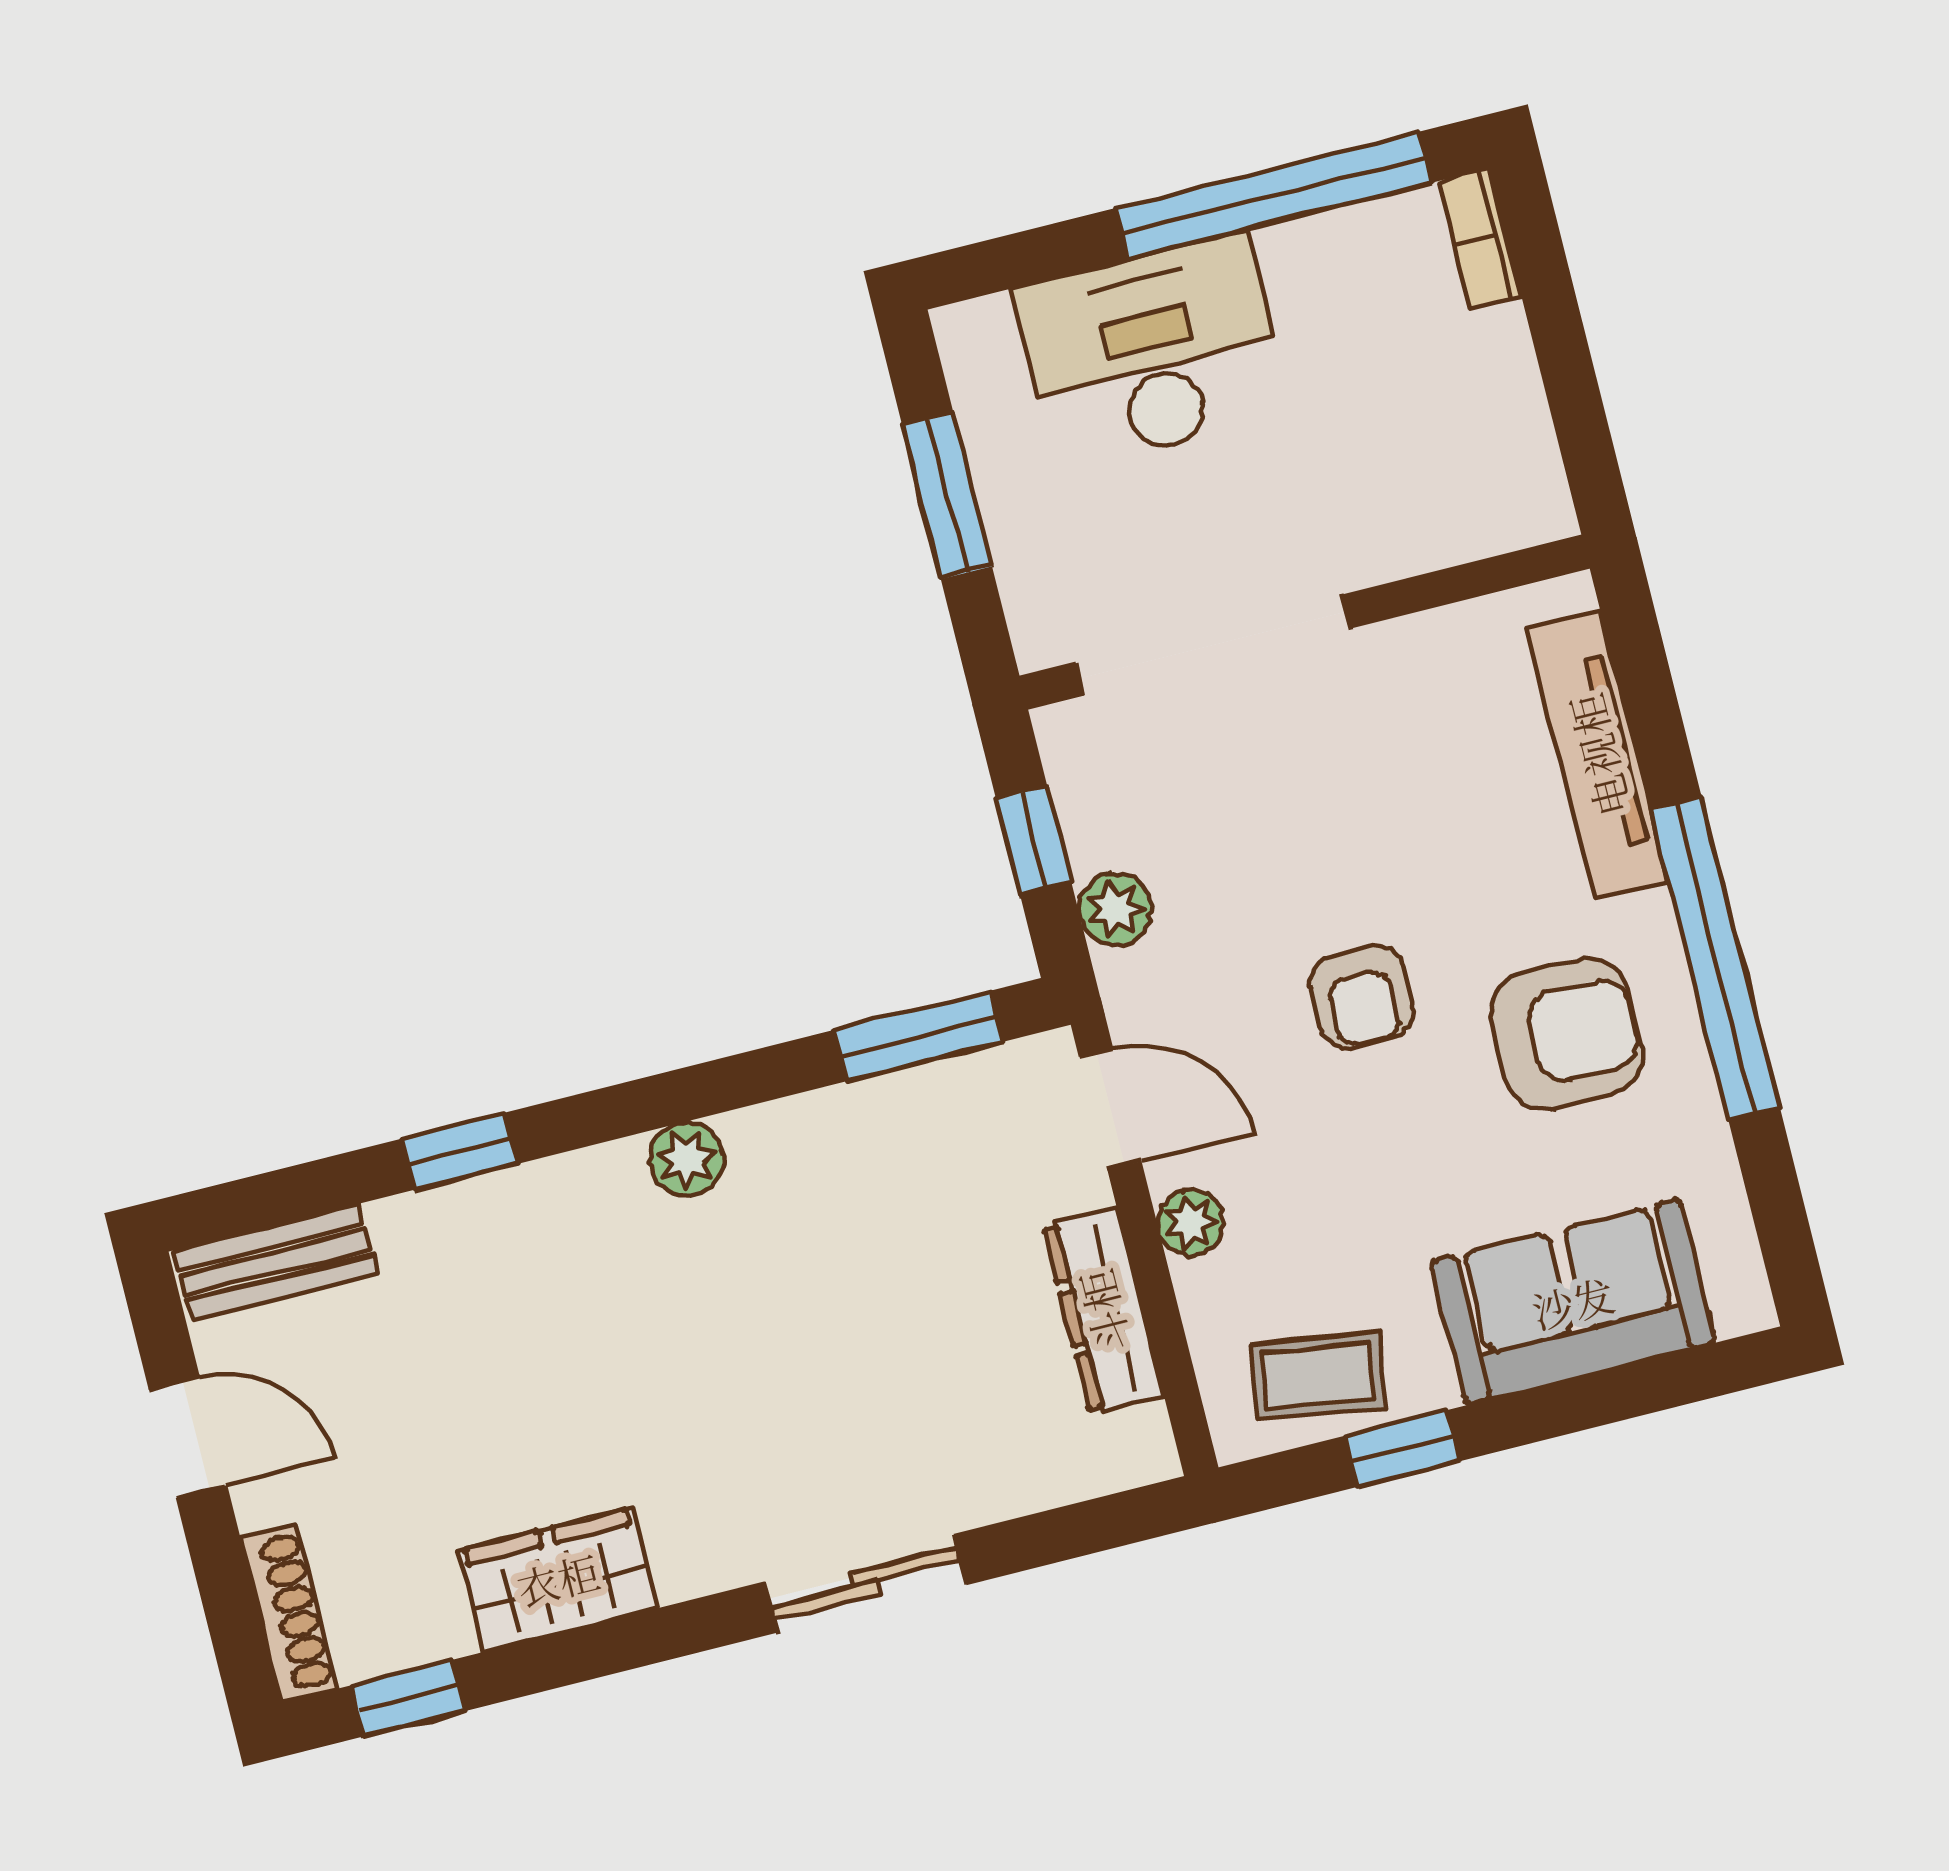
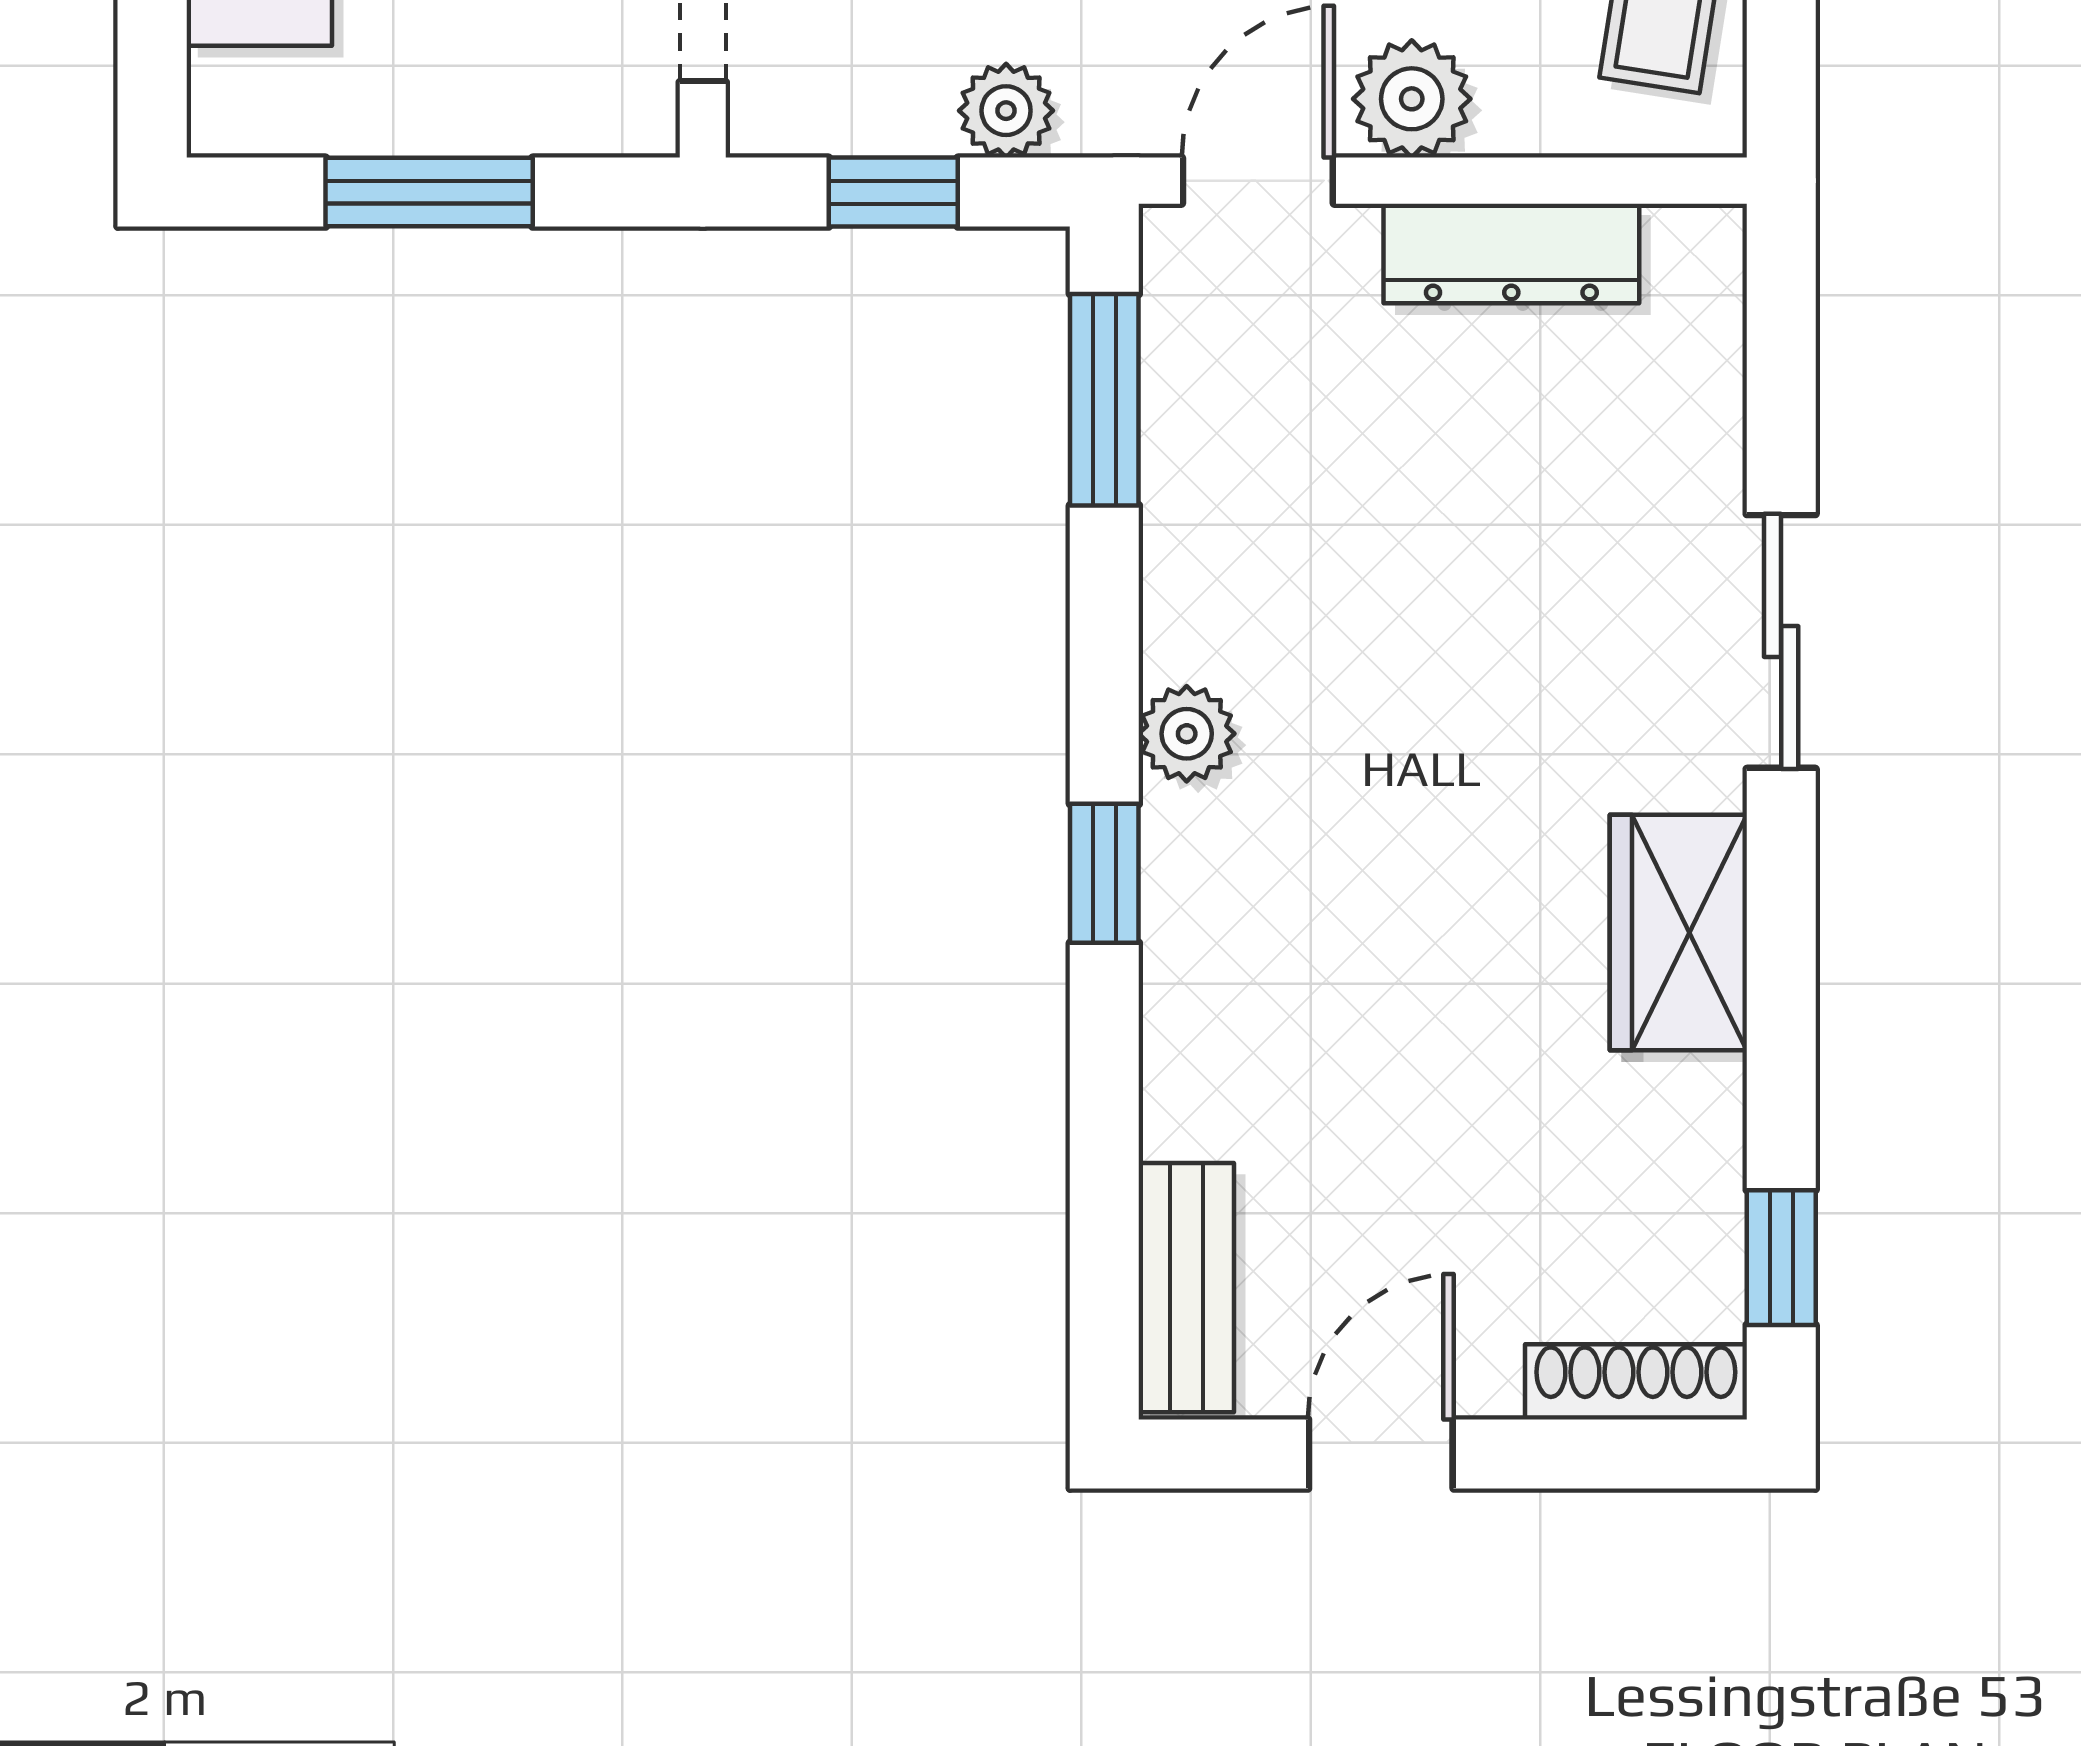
window: (460, 1151) -> (1104, 873), moved
plant: (1191, 1223) -> (1412, 99), width x1.38, depth x1.38
wardrobe: (558, 1579) -> (1678, 933), moved

